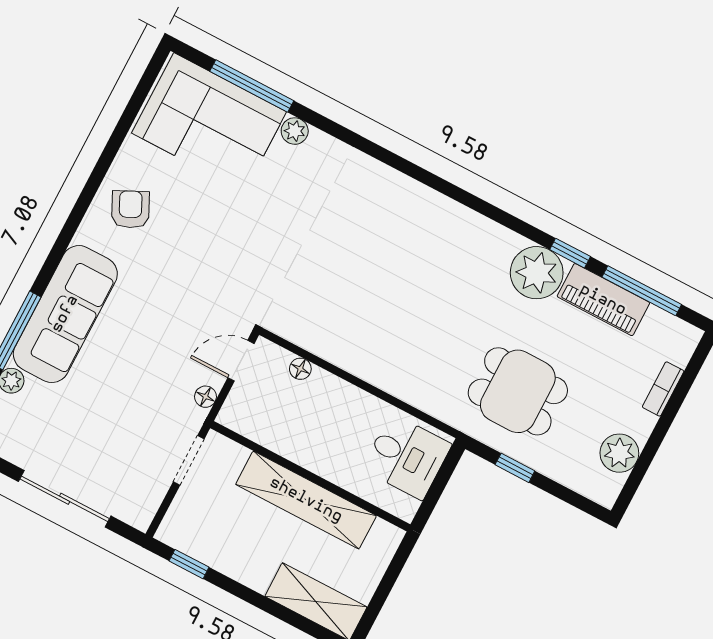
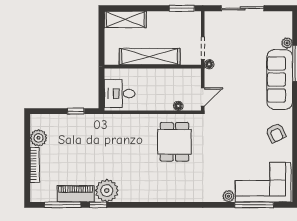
bookcase: (663, 389) -> (35, 165), width x1.56
dining table: (518, 391) -> (174, 142), moved, turned 90
floor lamp: (205, 397) -> (209, 64), moved
window: (189, 564) -> (182, 8), width x1.50

